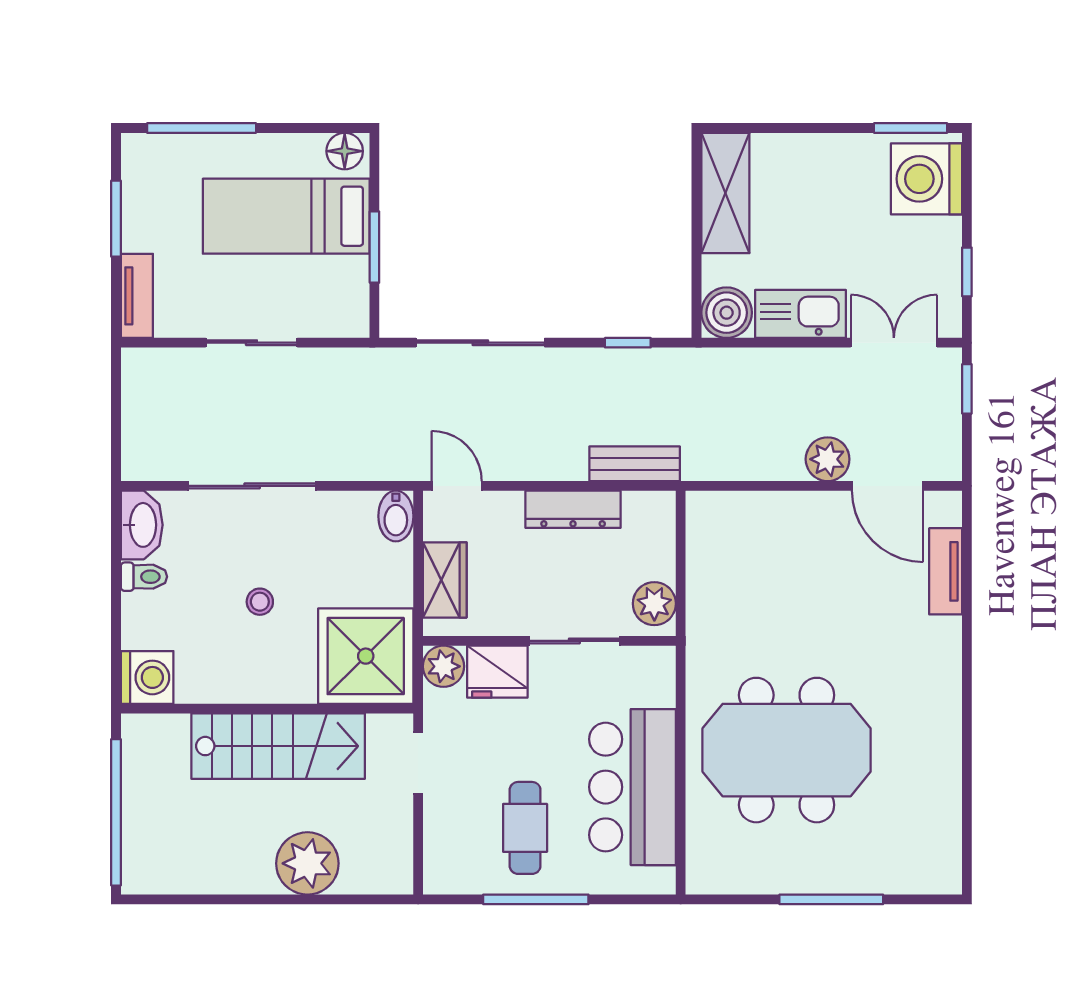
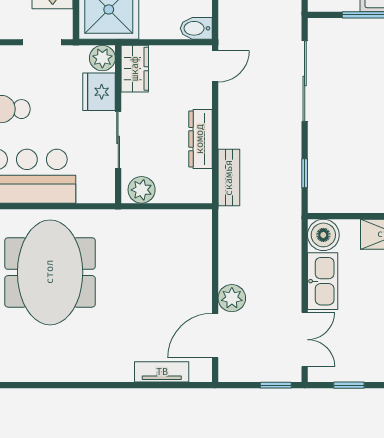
wardrobe: (445, 580) -> (135, 69), moved, turned -90

